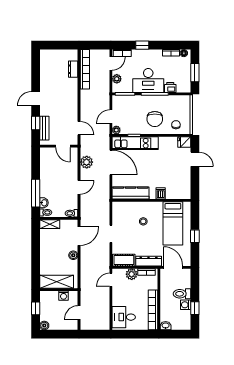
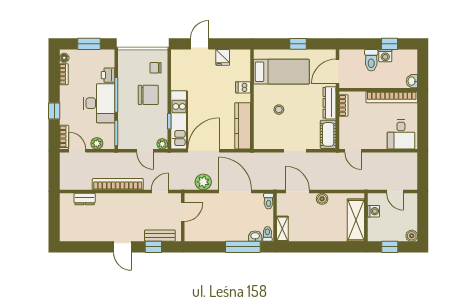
bookcase: (85, 69) -> (118, 184), moved
fridge: (184, 142) -> (223, 57), moved
door: (79, 187) -> (235, 192), width x1.88
plant: (132, 274) -> (346, 125), removed

